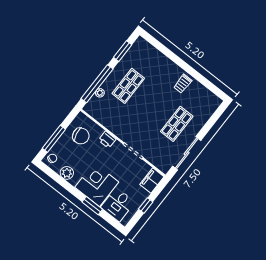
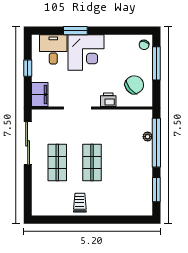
shop shelf: (128, 86) -> (92, 163), moved
chair: (81, 136) -> (134, 85), turned 153
plant: (67, 173) -> (121, 42), removed

